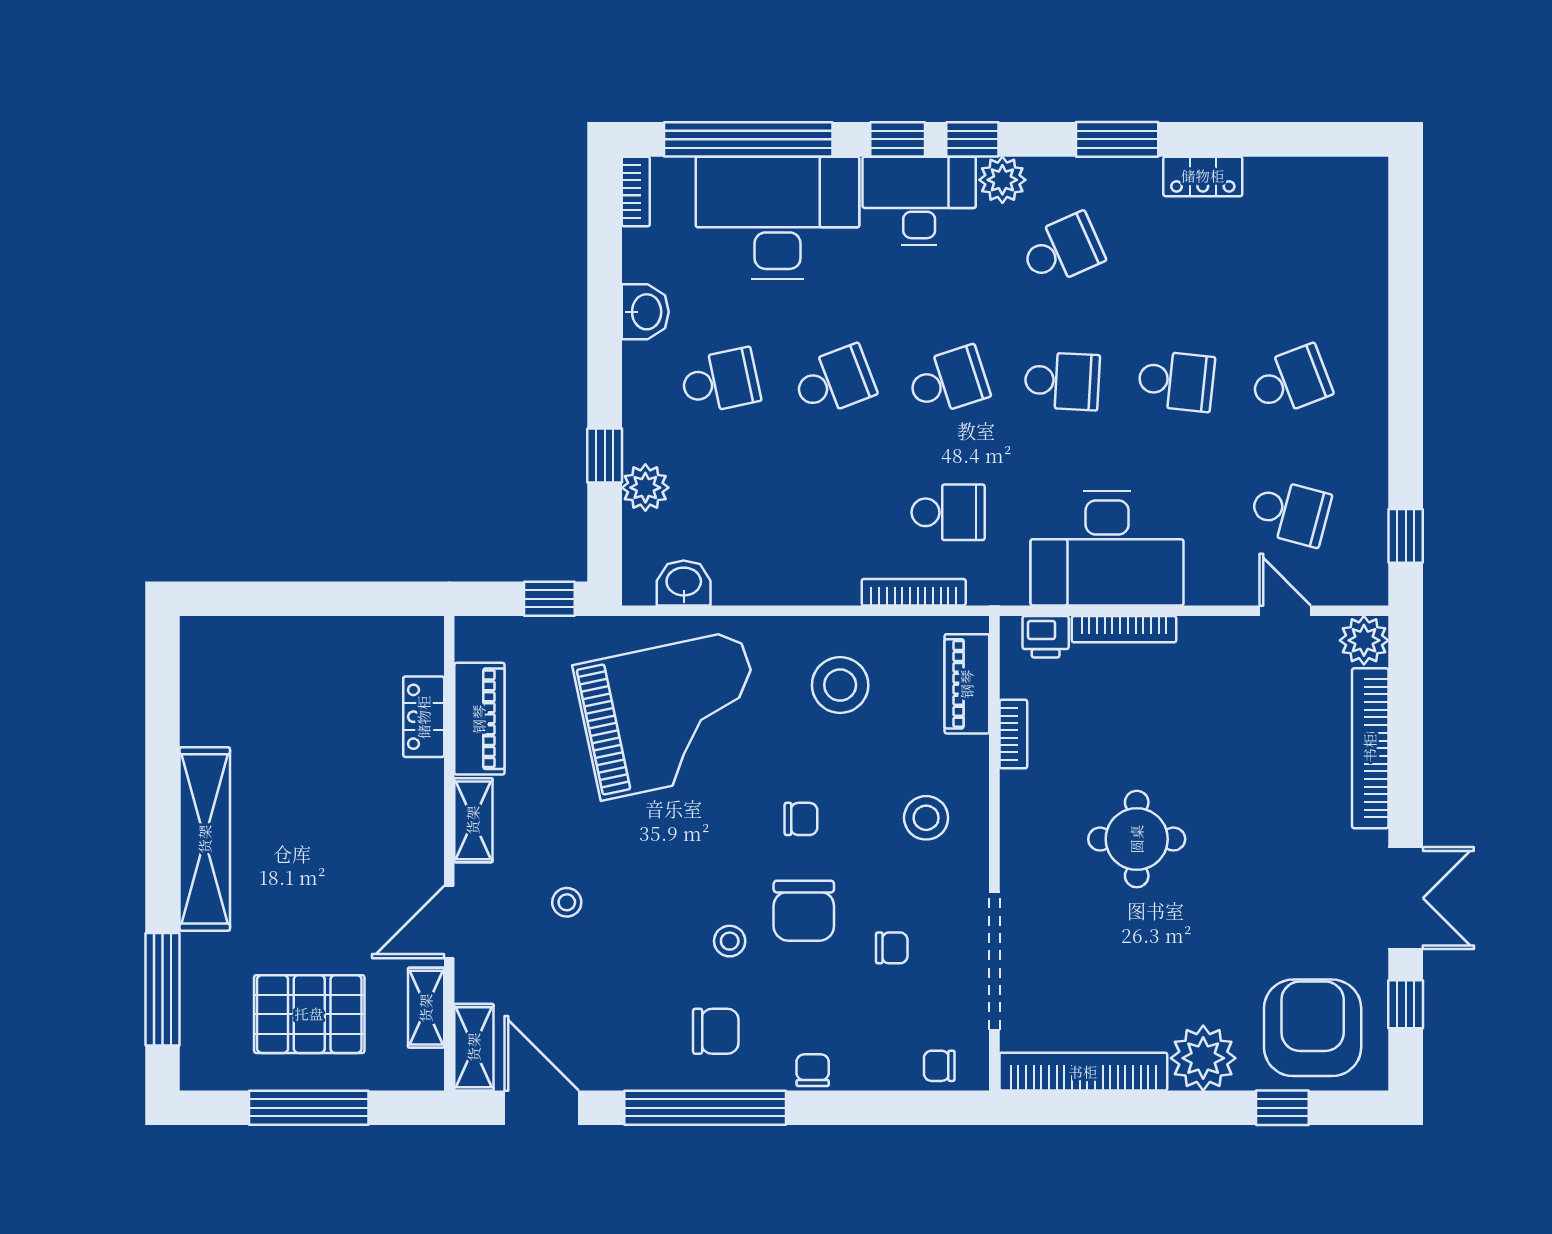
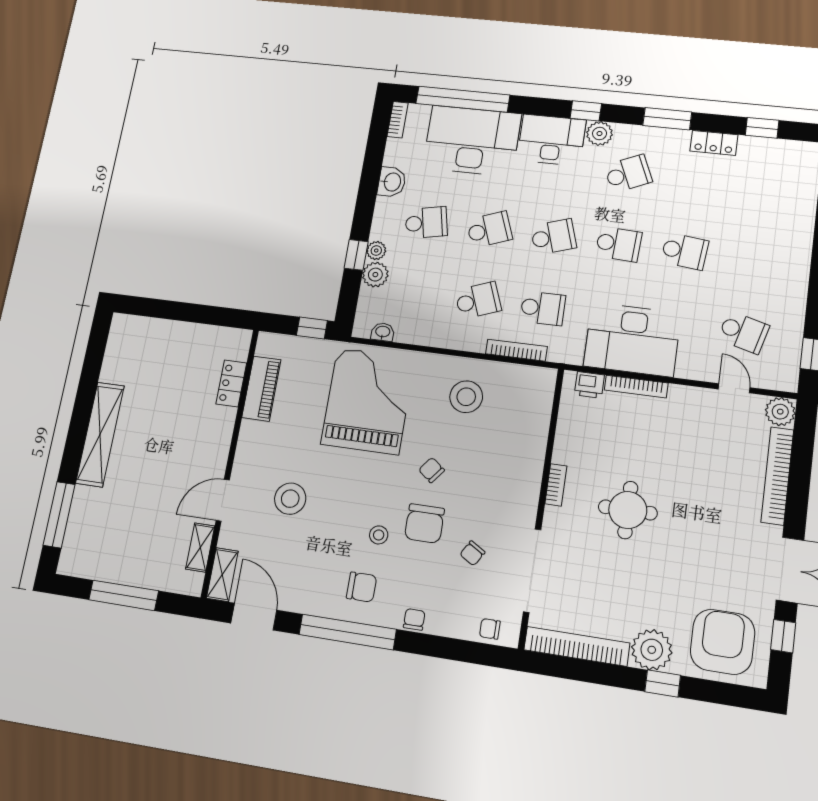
window: (898, 139) -> (762, 128), moved
school desk: (1290, 381) -> (478, 300), moved
plant: (639, 443) -> (376, 251), added
washbasin: (684, 583) -> (383, 332), width x0.72, depth x0.69
piano: (967, 684) -> (540, 406), removed
grand piano: (671, 715) -> (368, 401), turned -78
bookcase: (1013, 734) -> (556, 485), moved
stool: (926, 818) -> (504, 480), removed
chair: (801, 819) -> (431, 470), turned -142
shelving: (473, 820) -> (247, 445), removed
stool: (567, 902) -> (290, 499), width x1.89, depth x1.89
chair: (892, 948) -> (472, 553), turned 121
pallet: (309, 1014) -> (135, 541), removed
window: (1282, 1108) -> (663, 683), moved

